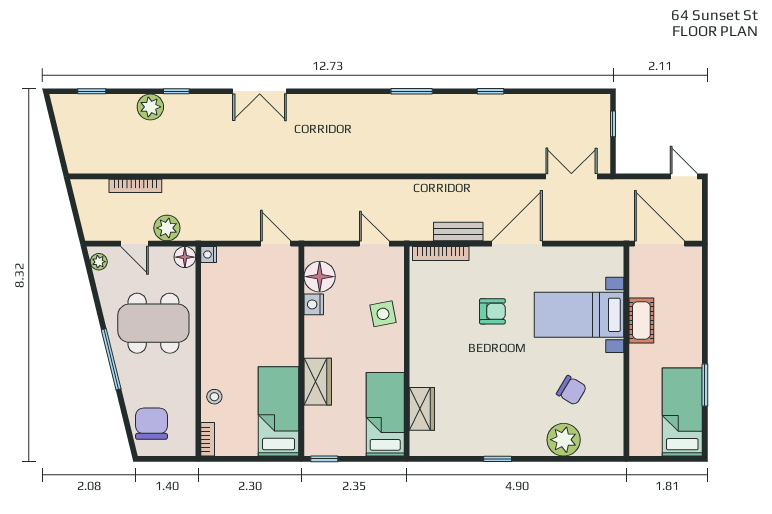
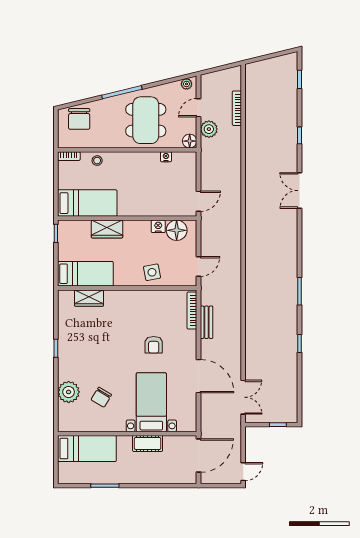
plant: (150, 107) -> (289, 118), removed
door: (517, 244) -> (198, 376), moved
nightstand: (209, 255) -> (166, 157), moved
bed: (682, 412) -> (87, 449), moved
chair: (152, 424) -> (79, 119), turned 90

